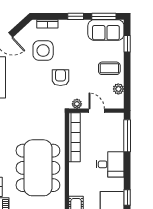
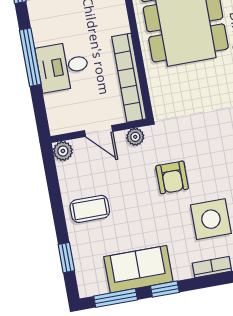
sofa: (106, 30) -> (138, 269), moved
plant: (118, 89) -> (63, 151), moved
window: (127, 136) -> (30, 57), moved
desk: (110, 164) -> (63, 67), moved

